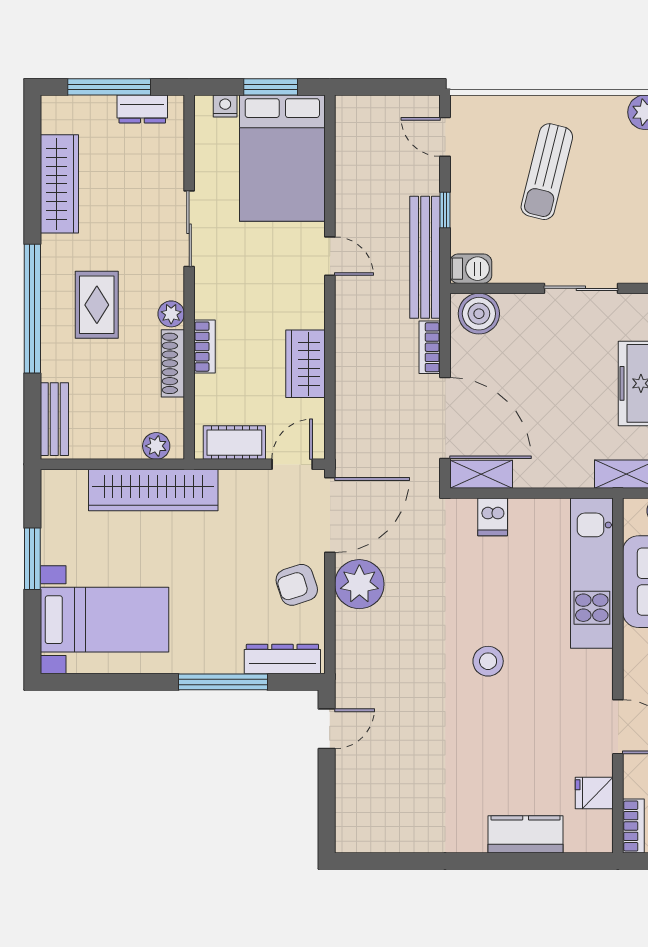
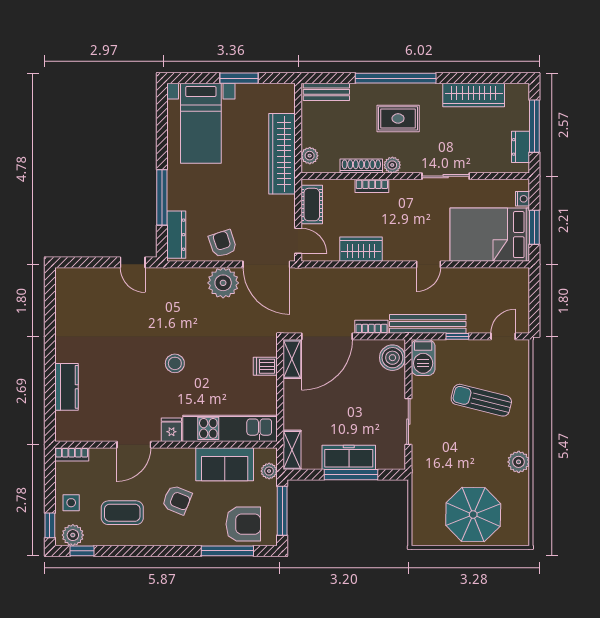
barbecue: (471, 269) -> (423, 358), width x1.38, depth x1.27
fridge: (594, 793) -> (171, 430), moved

